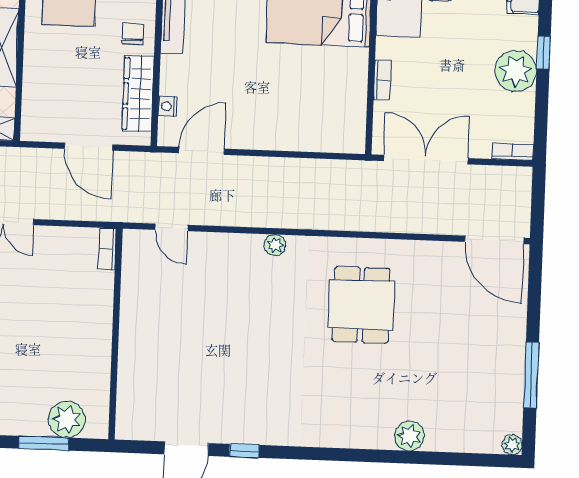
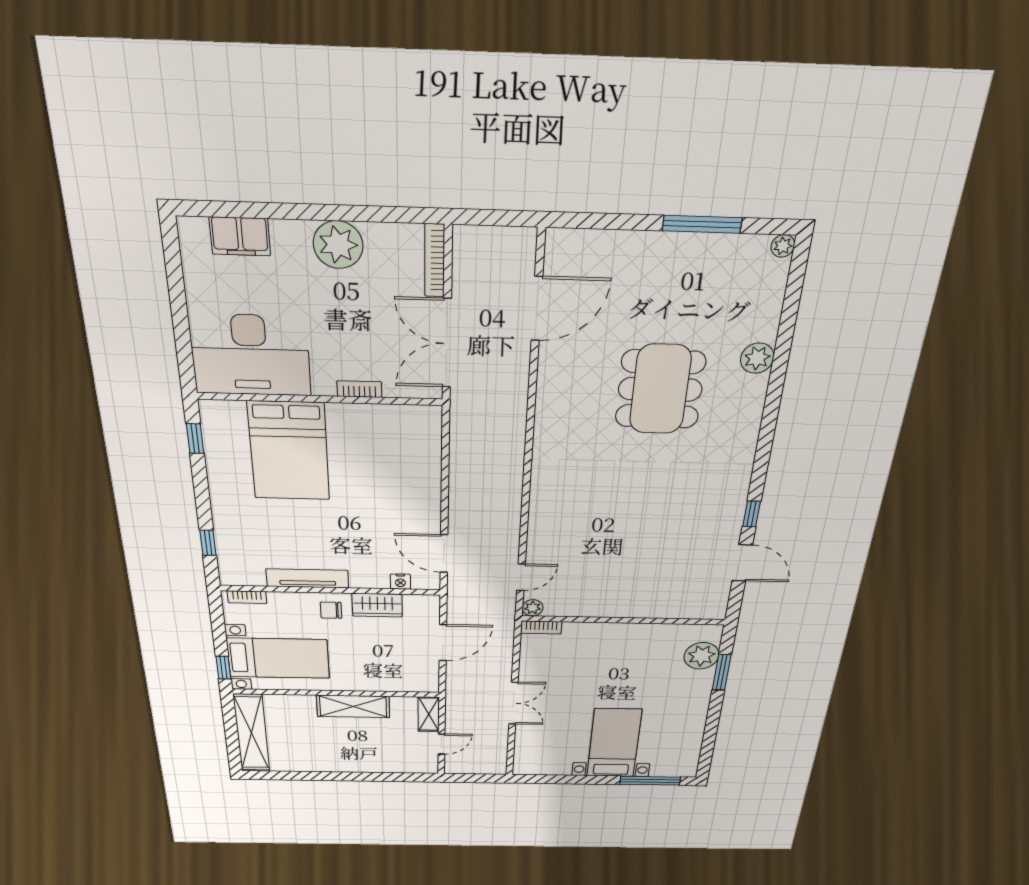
window: (544, 52) -> (313, 212), removed
wardrobe: (138, 94) -> (377, 605), width x0.67
bookcase: (513, 152) -> (435, 261), width x1.56
door: (494, 240) -> (537, 309), moved
plant: (275, 245) -> (533, 608), moved
dining table: (361, 305) -> (660, 389), moved, width x1.38

